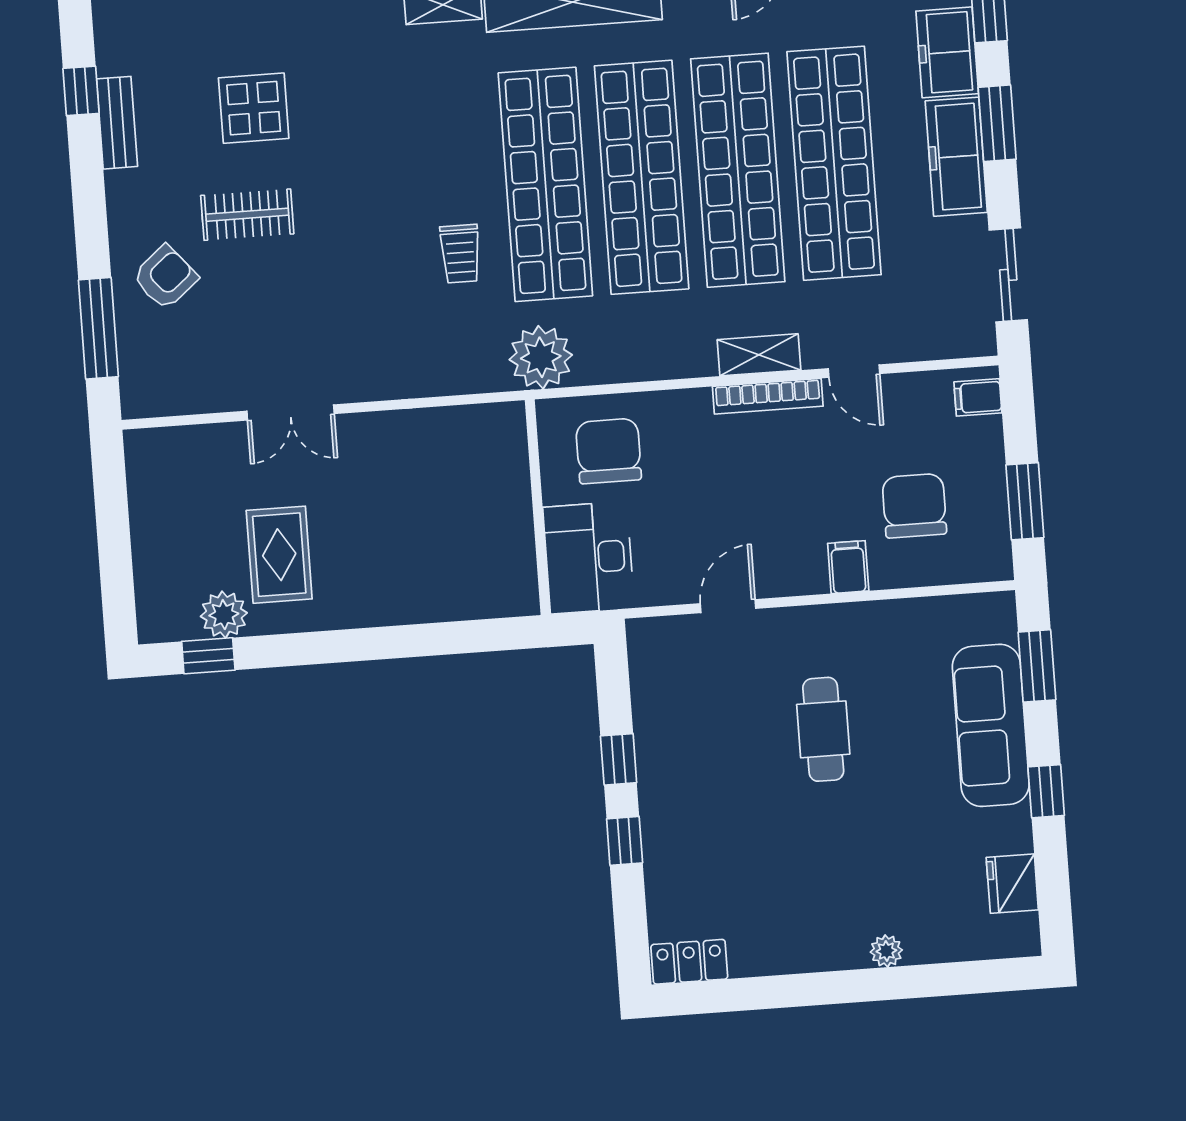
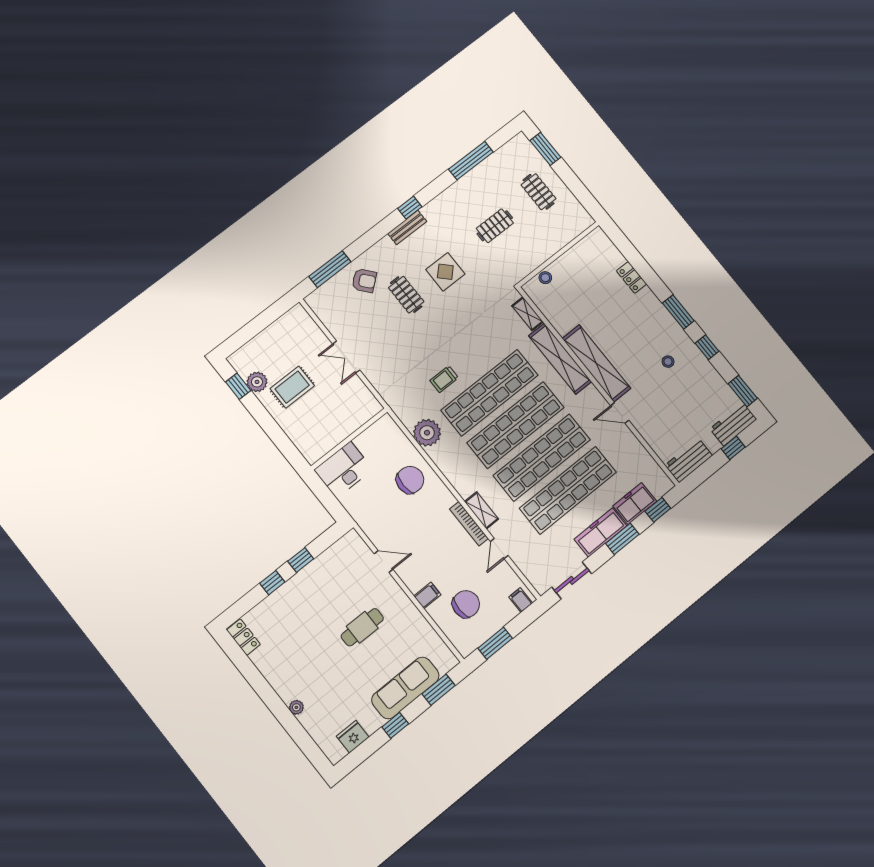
wall: (538, 507) -> (349, 439), moved
desk: (589, 558) -> (343, 470), moved

